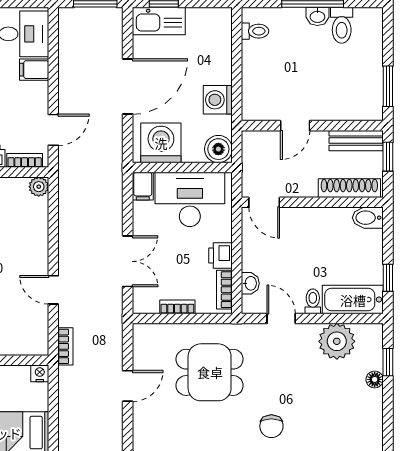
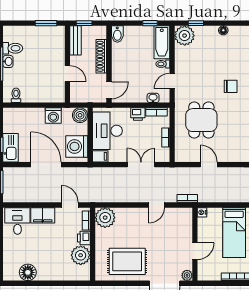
filing cabinet: (34, 70) -> (43, 215), width x2.00
plant: (39, 187) -> (105, 218), width x1.87, depth x1.87
shoe rack: (349, 188) -> (101, 56), moved
plant: (337, 341) -> (185, 36), moved
floor lamp: (375, 379) -> (223, 30), moved

